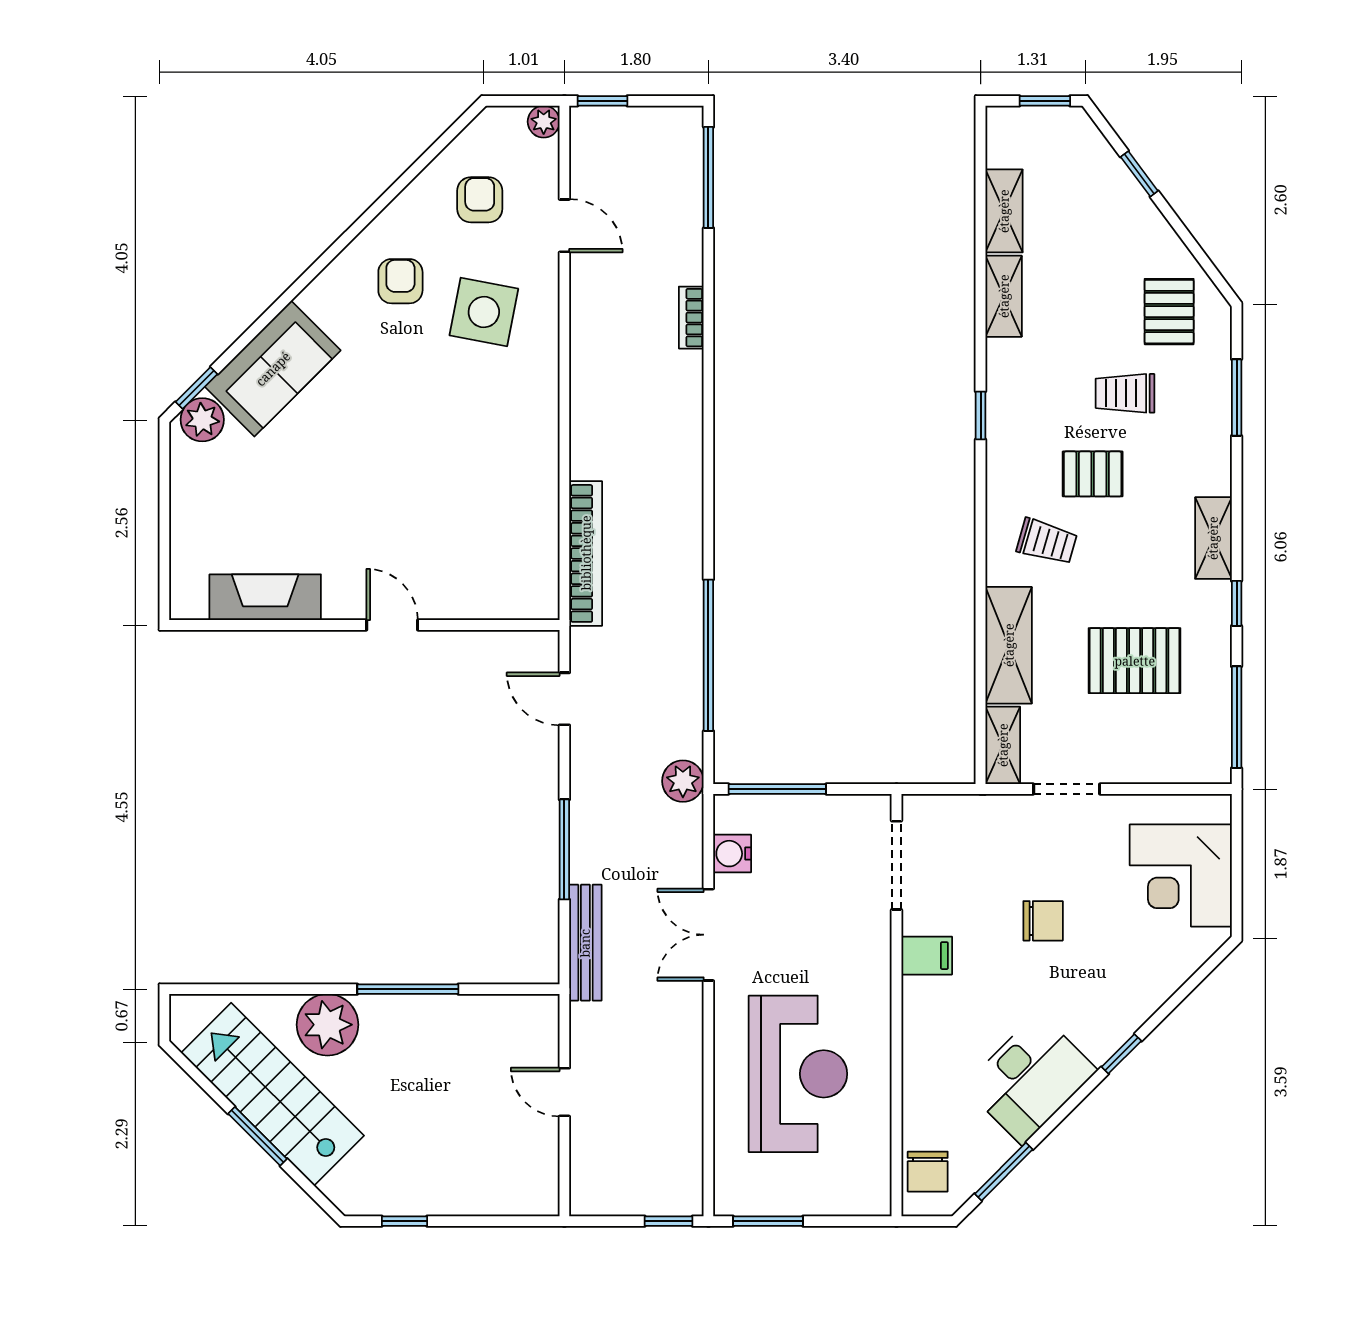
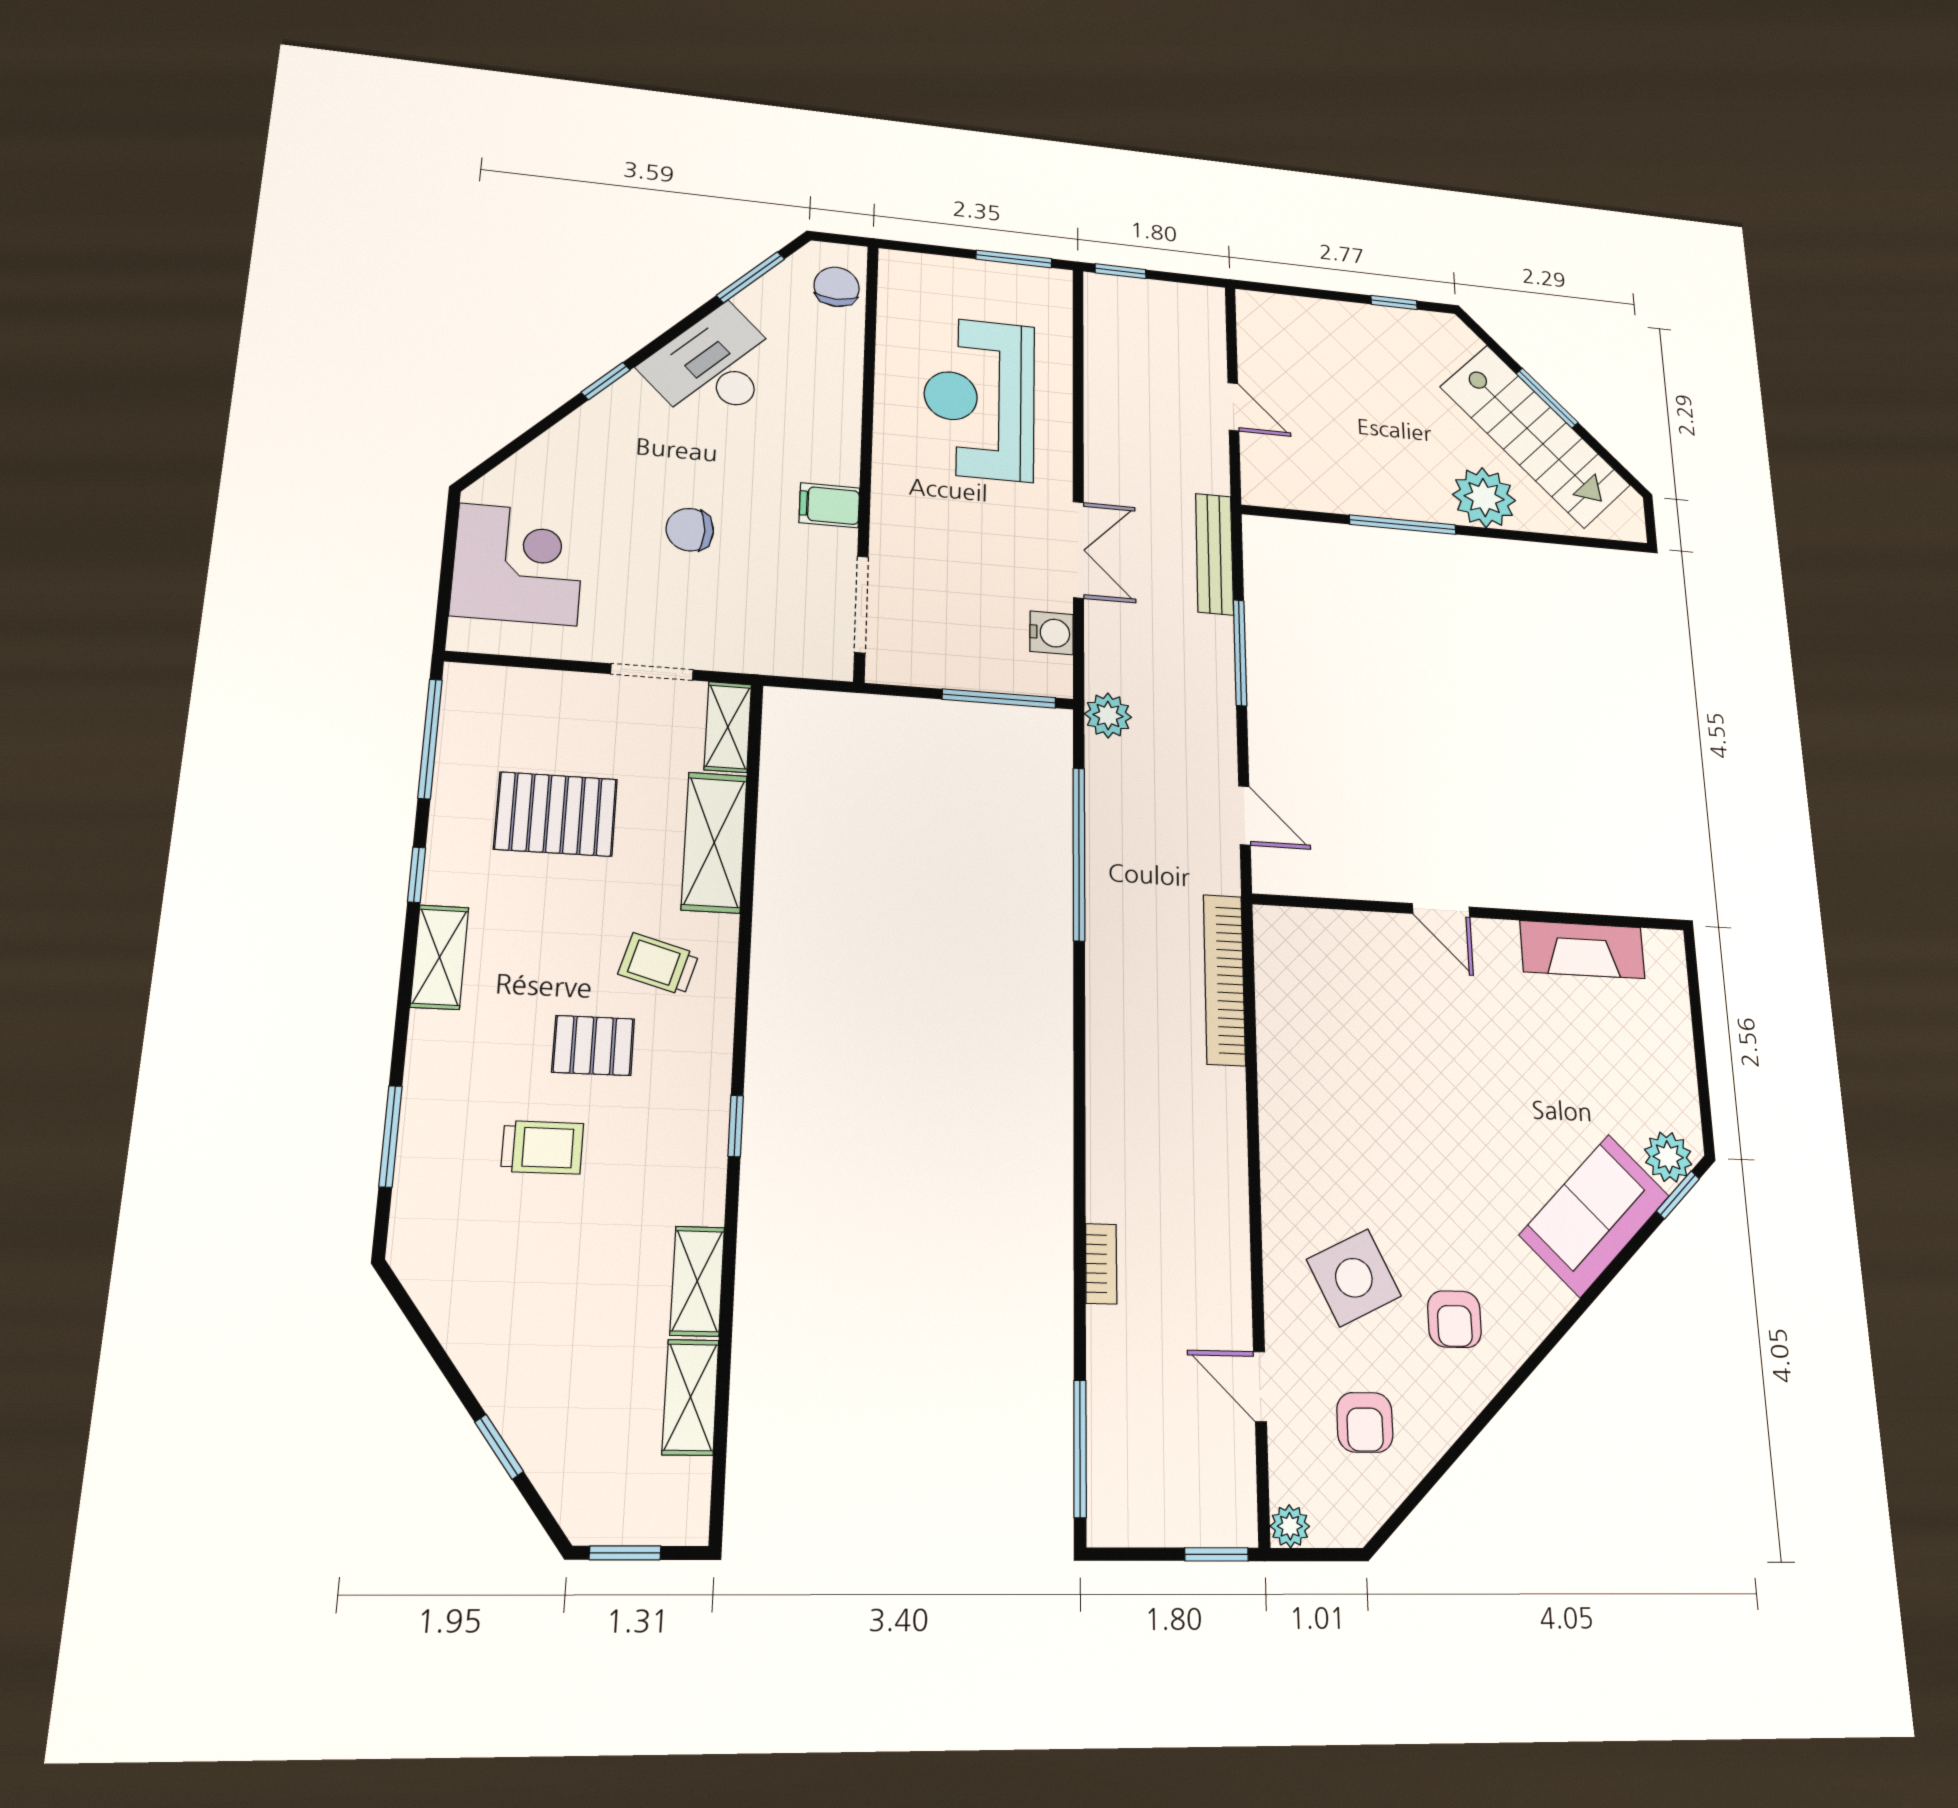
side table: (484, 312) -> (1354, 1278), turned -37
pallet: (1169, 312) -> (473, 1254), removed

